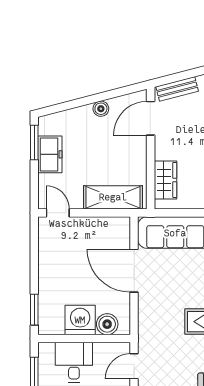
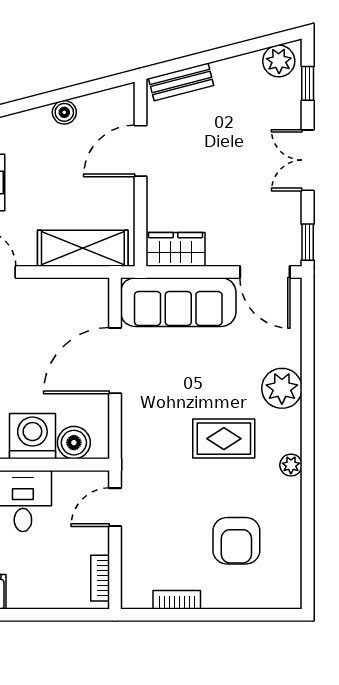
door: (151, 118) -> (141, 151), moved
wardrobe: (165, 180) -> (176, 249), moved, turned -90
door: (134, 271) -> (115, 361), hinge flipped

